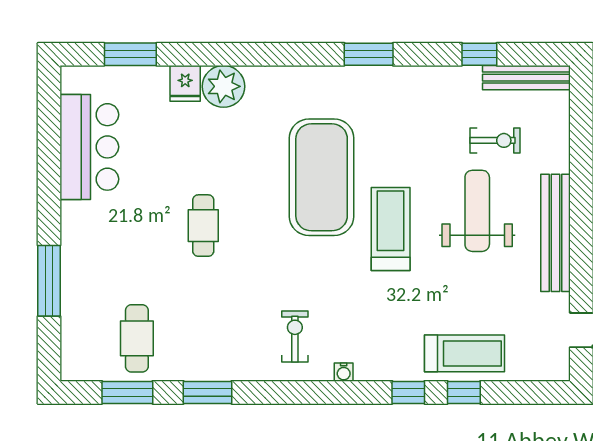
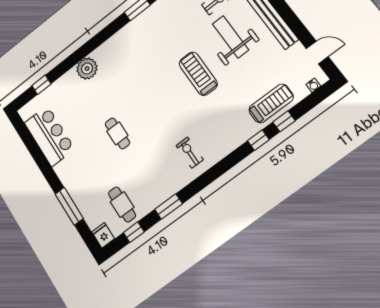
window: (130, 54) -> (41, 85), width x0.67
fridge: (185, 83) -> (103, 235), moved, turned 180
exercise mat: (322, 177) -> (153, 75), removed
water cooler: (344, 372) -> (313, 85), moved
window: (127, 392) -> (134, 232), width x0.67

